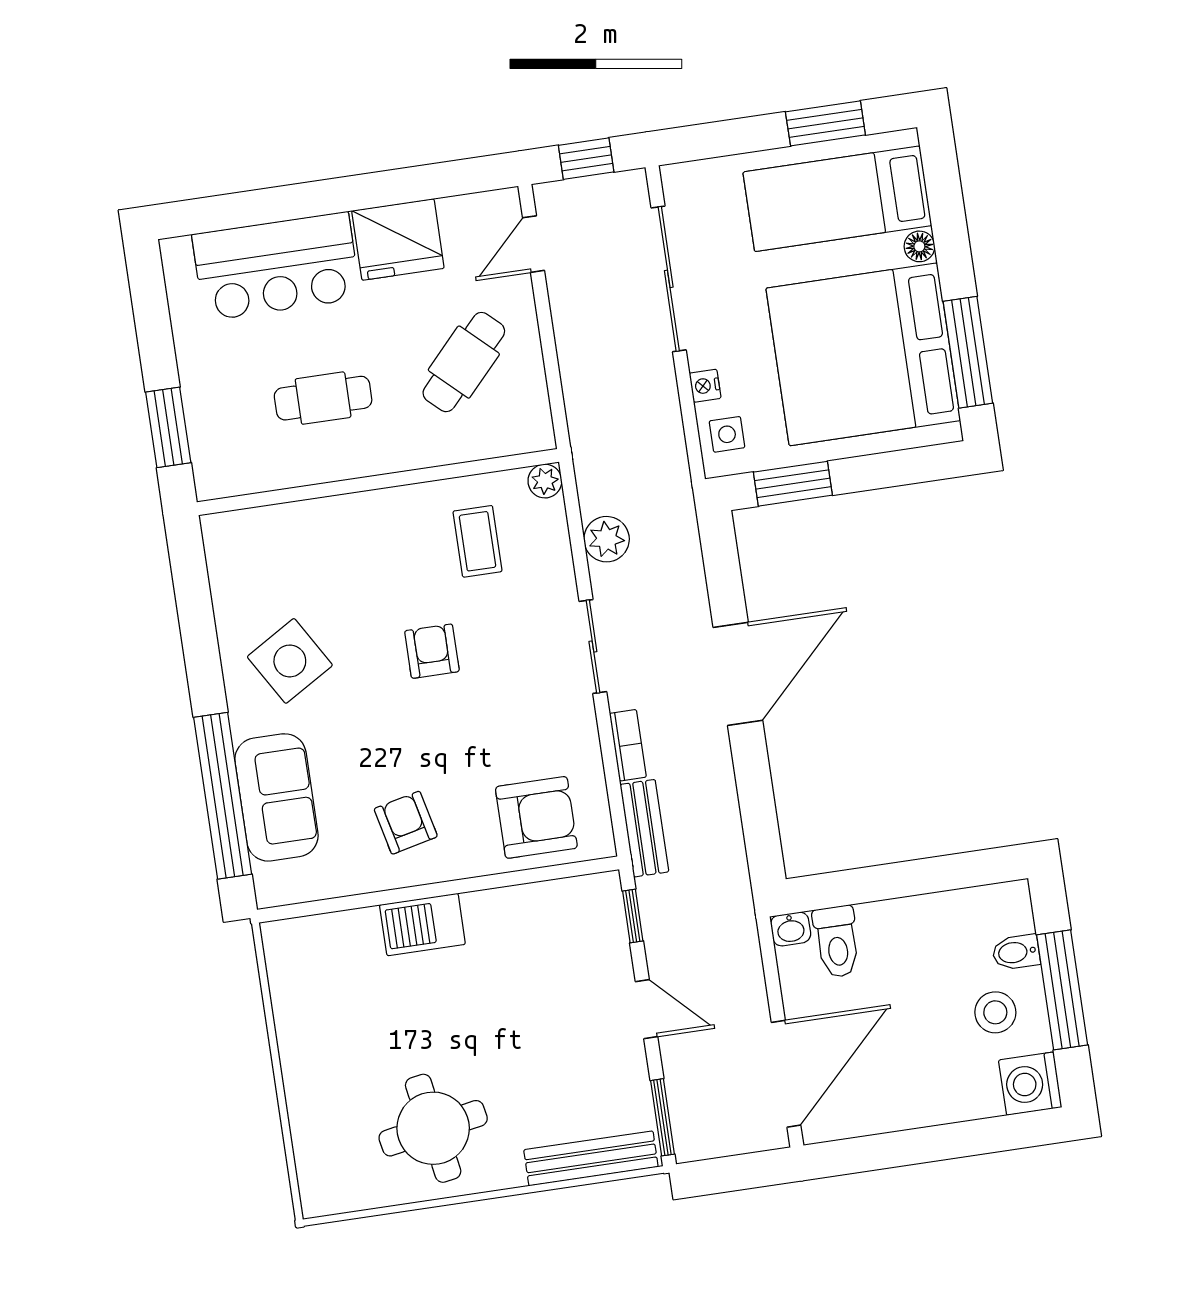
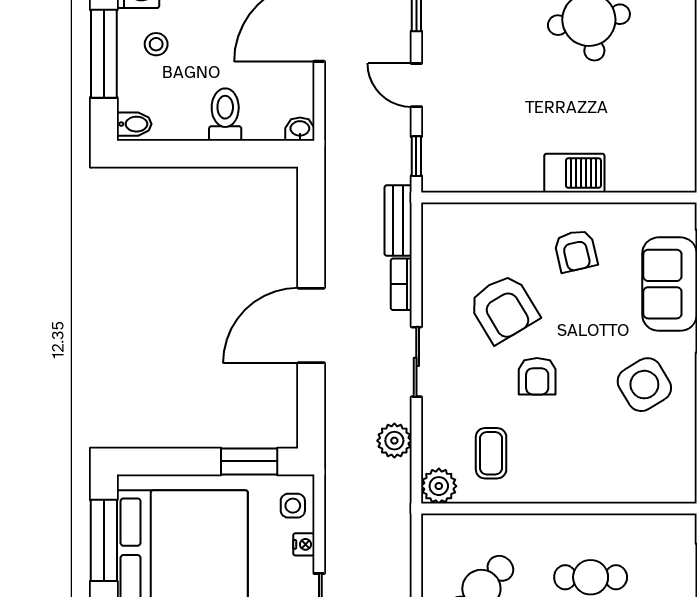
plant: (545, 481) -> (439, 486), width x1.38, depth x1.38
armchair: (536, 817) -> (504, 309), moved, turned -121
toilet: (837, 942) -> (225, 115), moved
bidet: (1016, 952) -> (134, 124), moved
stool: (995, 1012) -> (156, 44), width x0.73, depth x0.73

